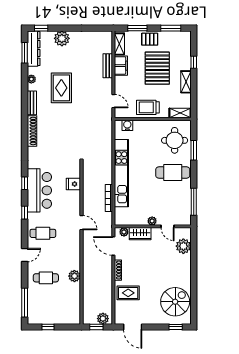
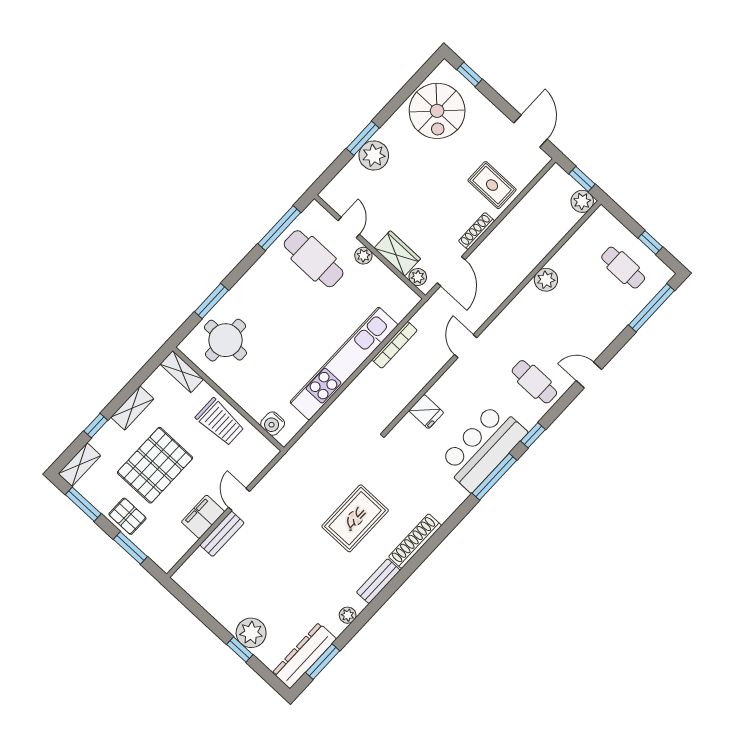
window: (41, 28) -> (240, 650), moved
shelving: (119, 44) -> (79, 465), moved
rug: (61, 88) -> (355, 518), moved
door: (113, 101) -> (239, 499), moved
cafe table: (173, 173) -> (314, 259), moved
window: (25, 183) -> (494, 477), width x2.17
plant: (183, 246) -> (374, 155), moved
window: (194, 265) -> (363, 138), added
cafe table: (46, 278) -> (623, 268), moved
spiral stairs: (175, 302) -> (437, 111), turned -90
plant: (103, 319) -> (582, 201), moved

